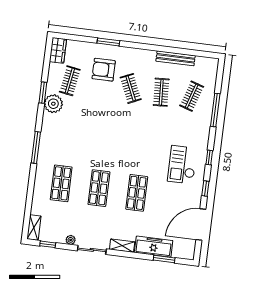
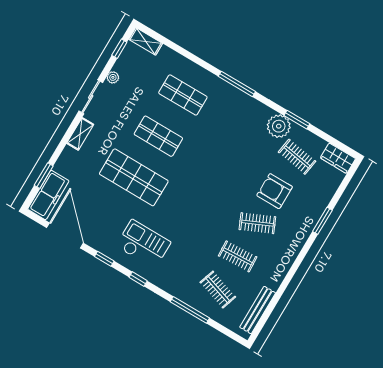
bench: (176, 58) -> (258, 310), moved
armchair: (104, 70) -> (275, 191), moved, turned -90
shop shelf: (137, 193) -> (134, 177), width x1.43, depth x1.36
freezer: (154, 247) -> (48, 195), moved

